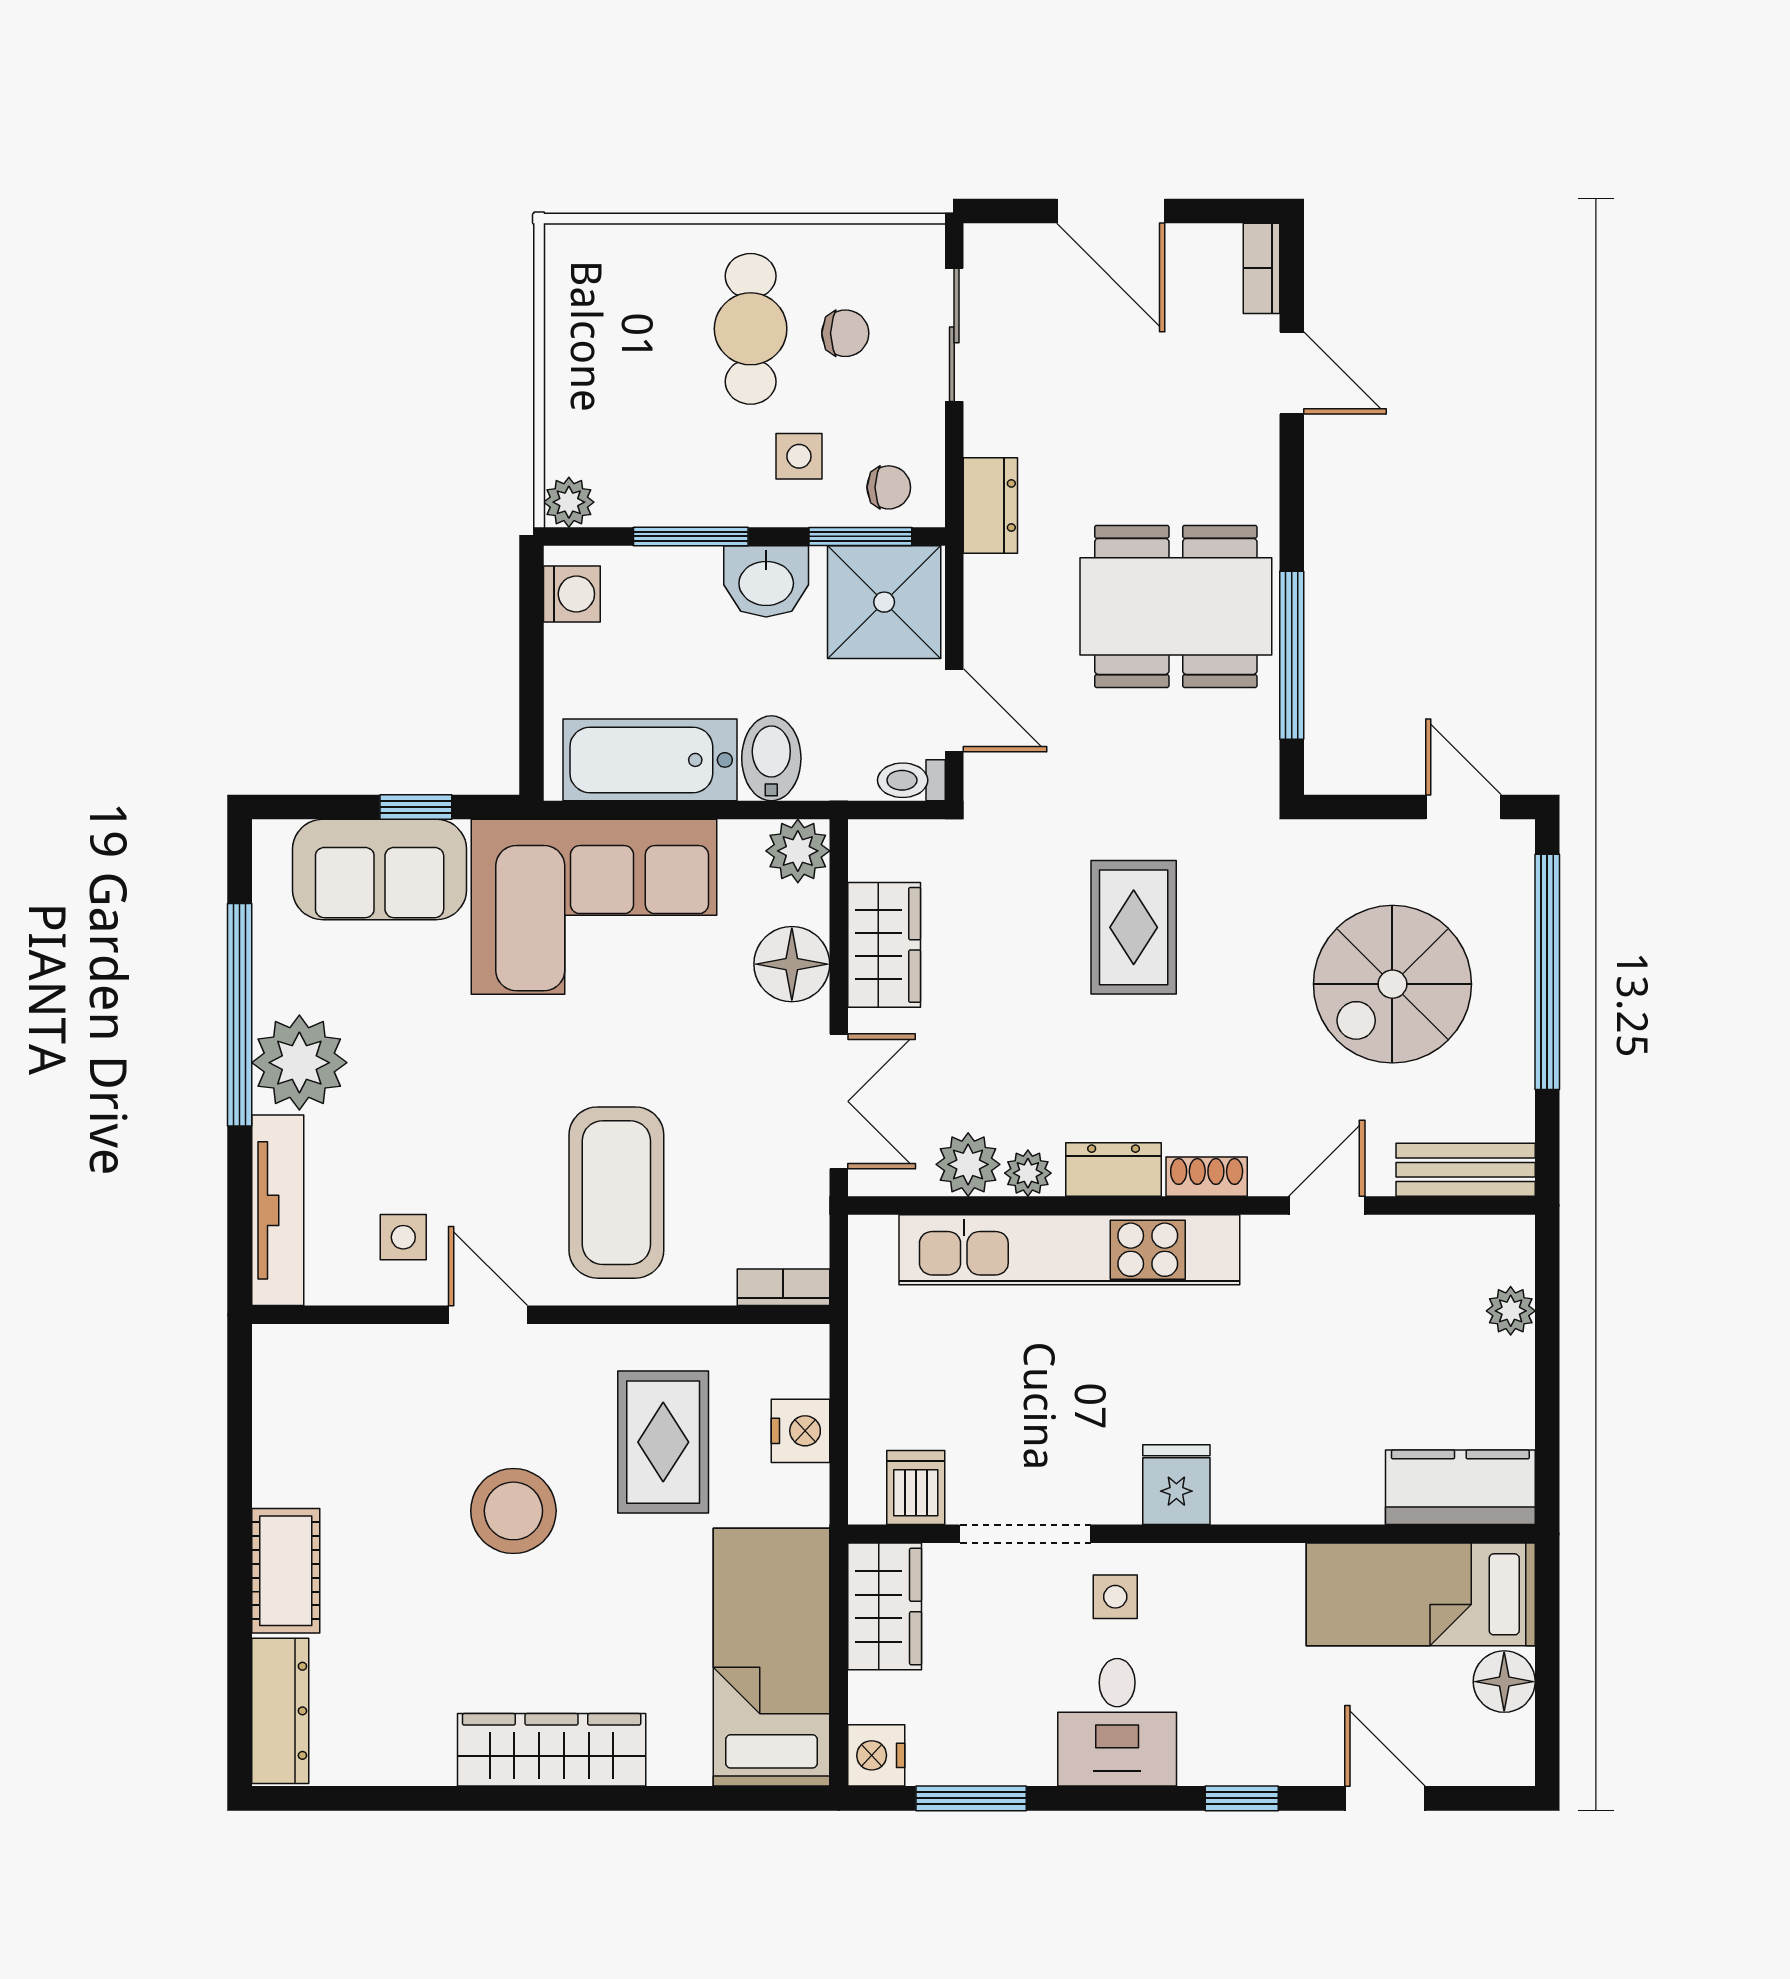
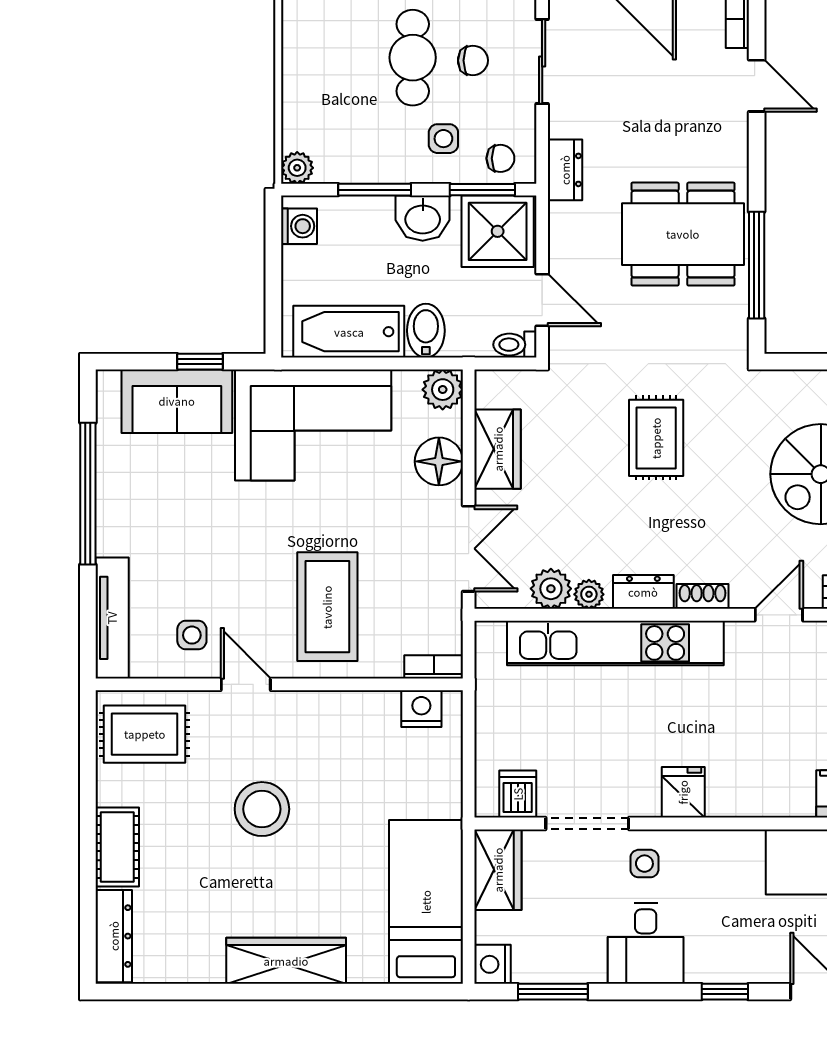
plant: (299, 1063) -> (126, 524), removed
nightstand: (800, 1431) -> (421, 709), moved, turned -90
rug: (663, 1442) -> (145, 734), moved, turned 90

